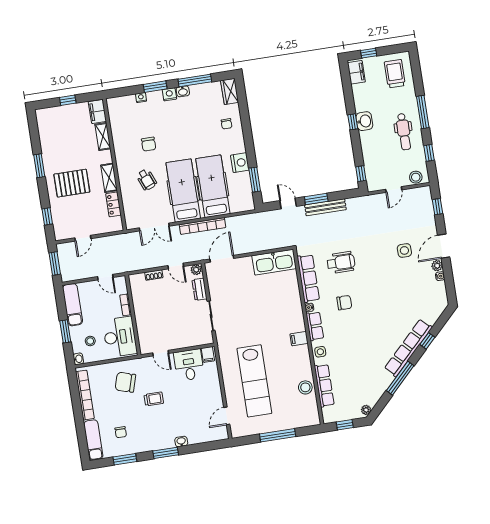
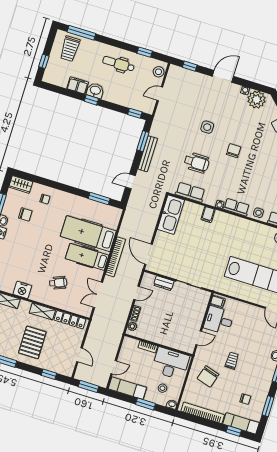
filing cabinet: (356, 72) -> (78, 85), moved
trolley: (395, 74) -> (70, 49), turned -90
window: (423, 112) -> (81, 33), moved
dental chair: (404, 132) -> (118, 64), turned 180
chair: (149, 144) -> (25, 214), moved
nightstand: (240, 163) -> (22, 290), moved, turned 180
door: (394, 190) -> (160, 94), swing flipped
hospital bed: (183, 191) -> (87, 257), width x0.73, depth x0.78
window: (316, 199) -> (143, 141), moved
locker: (113, 204) -> (70, 320), width x1.53
double door: (154, 227) -> (98, 295), swing flipped
door: (444, 246) -> (223, 76), swing flipped
side table: (404, 250) -> (207, 127), moved
wheelchair: (341, 262) -> (197, 163), turned 90
plant: (437, 266) -> (257, 100), moved, width x1.88, depth x1.88
plant: (196, 270) -> (132, 326), moved
door: (105, 277) -> (114, 367), moved
row of seats: (308, 278) -> (190, 192), width x0.68
chair: (344, 303) -> (234, 151), moved
filing cabinet: (299, 339) -> (208, 214), moved
window: (82, 436) -> (234, 431), added

